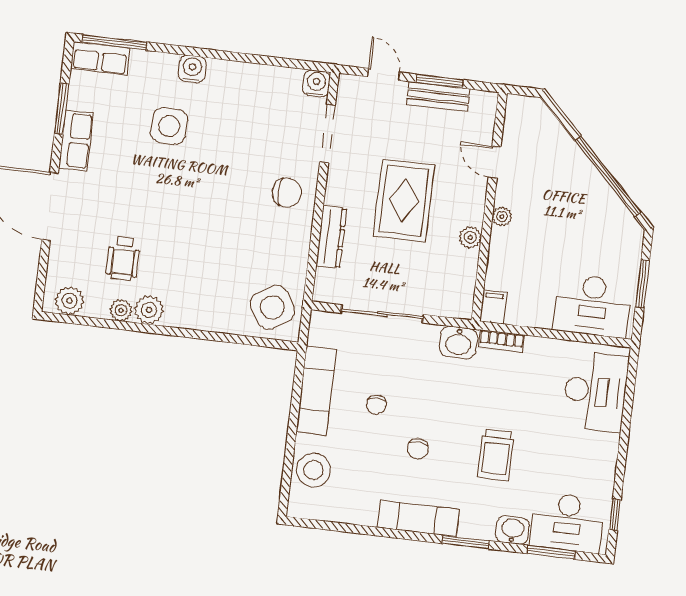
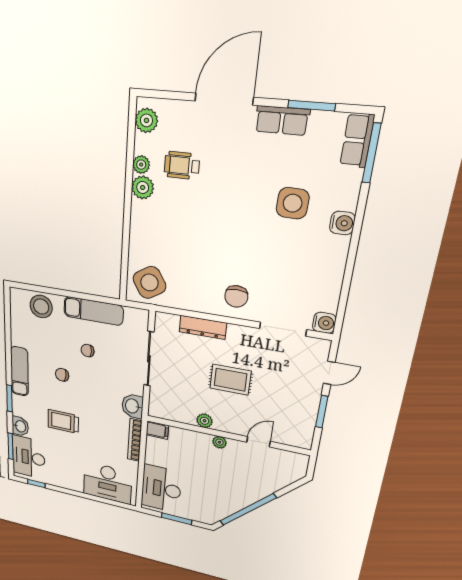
bench: (438, 97) -> (309, 410), removed
rug: (404, 201) -> (230, 380), width x0.73, depth x0.70
bookcase: (501, 341) -> (135, 440), width x1.56

